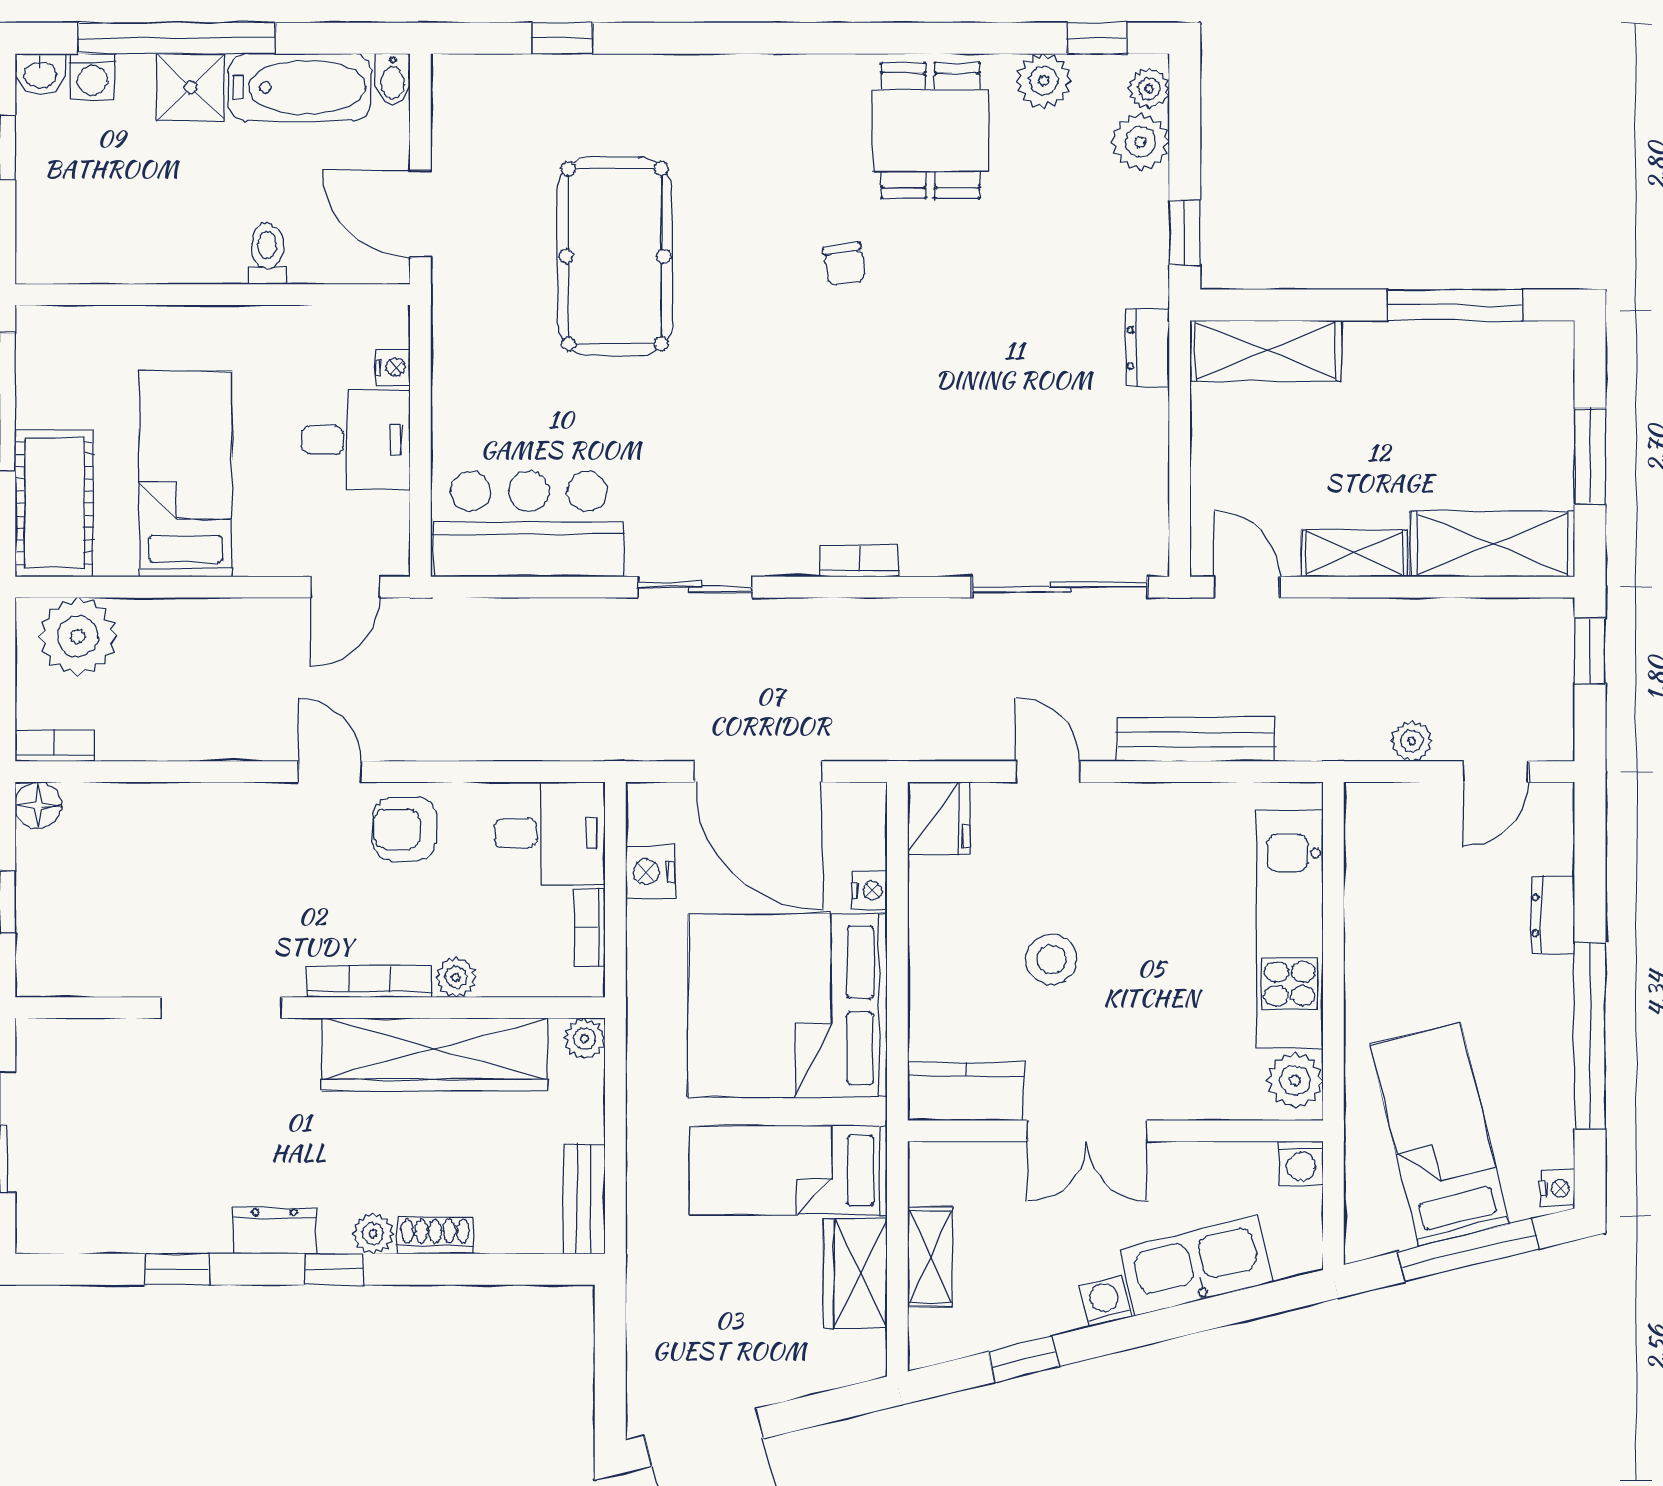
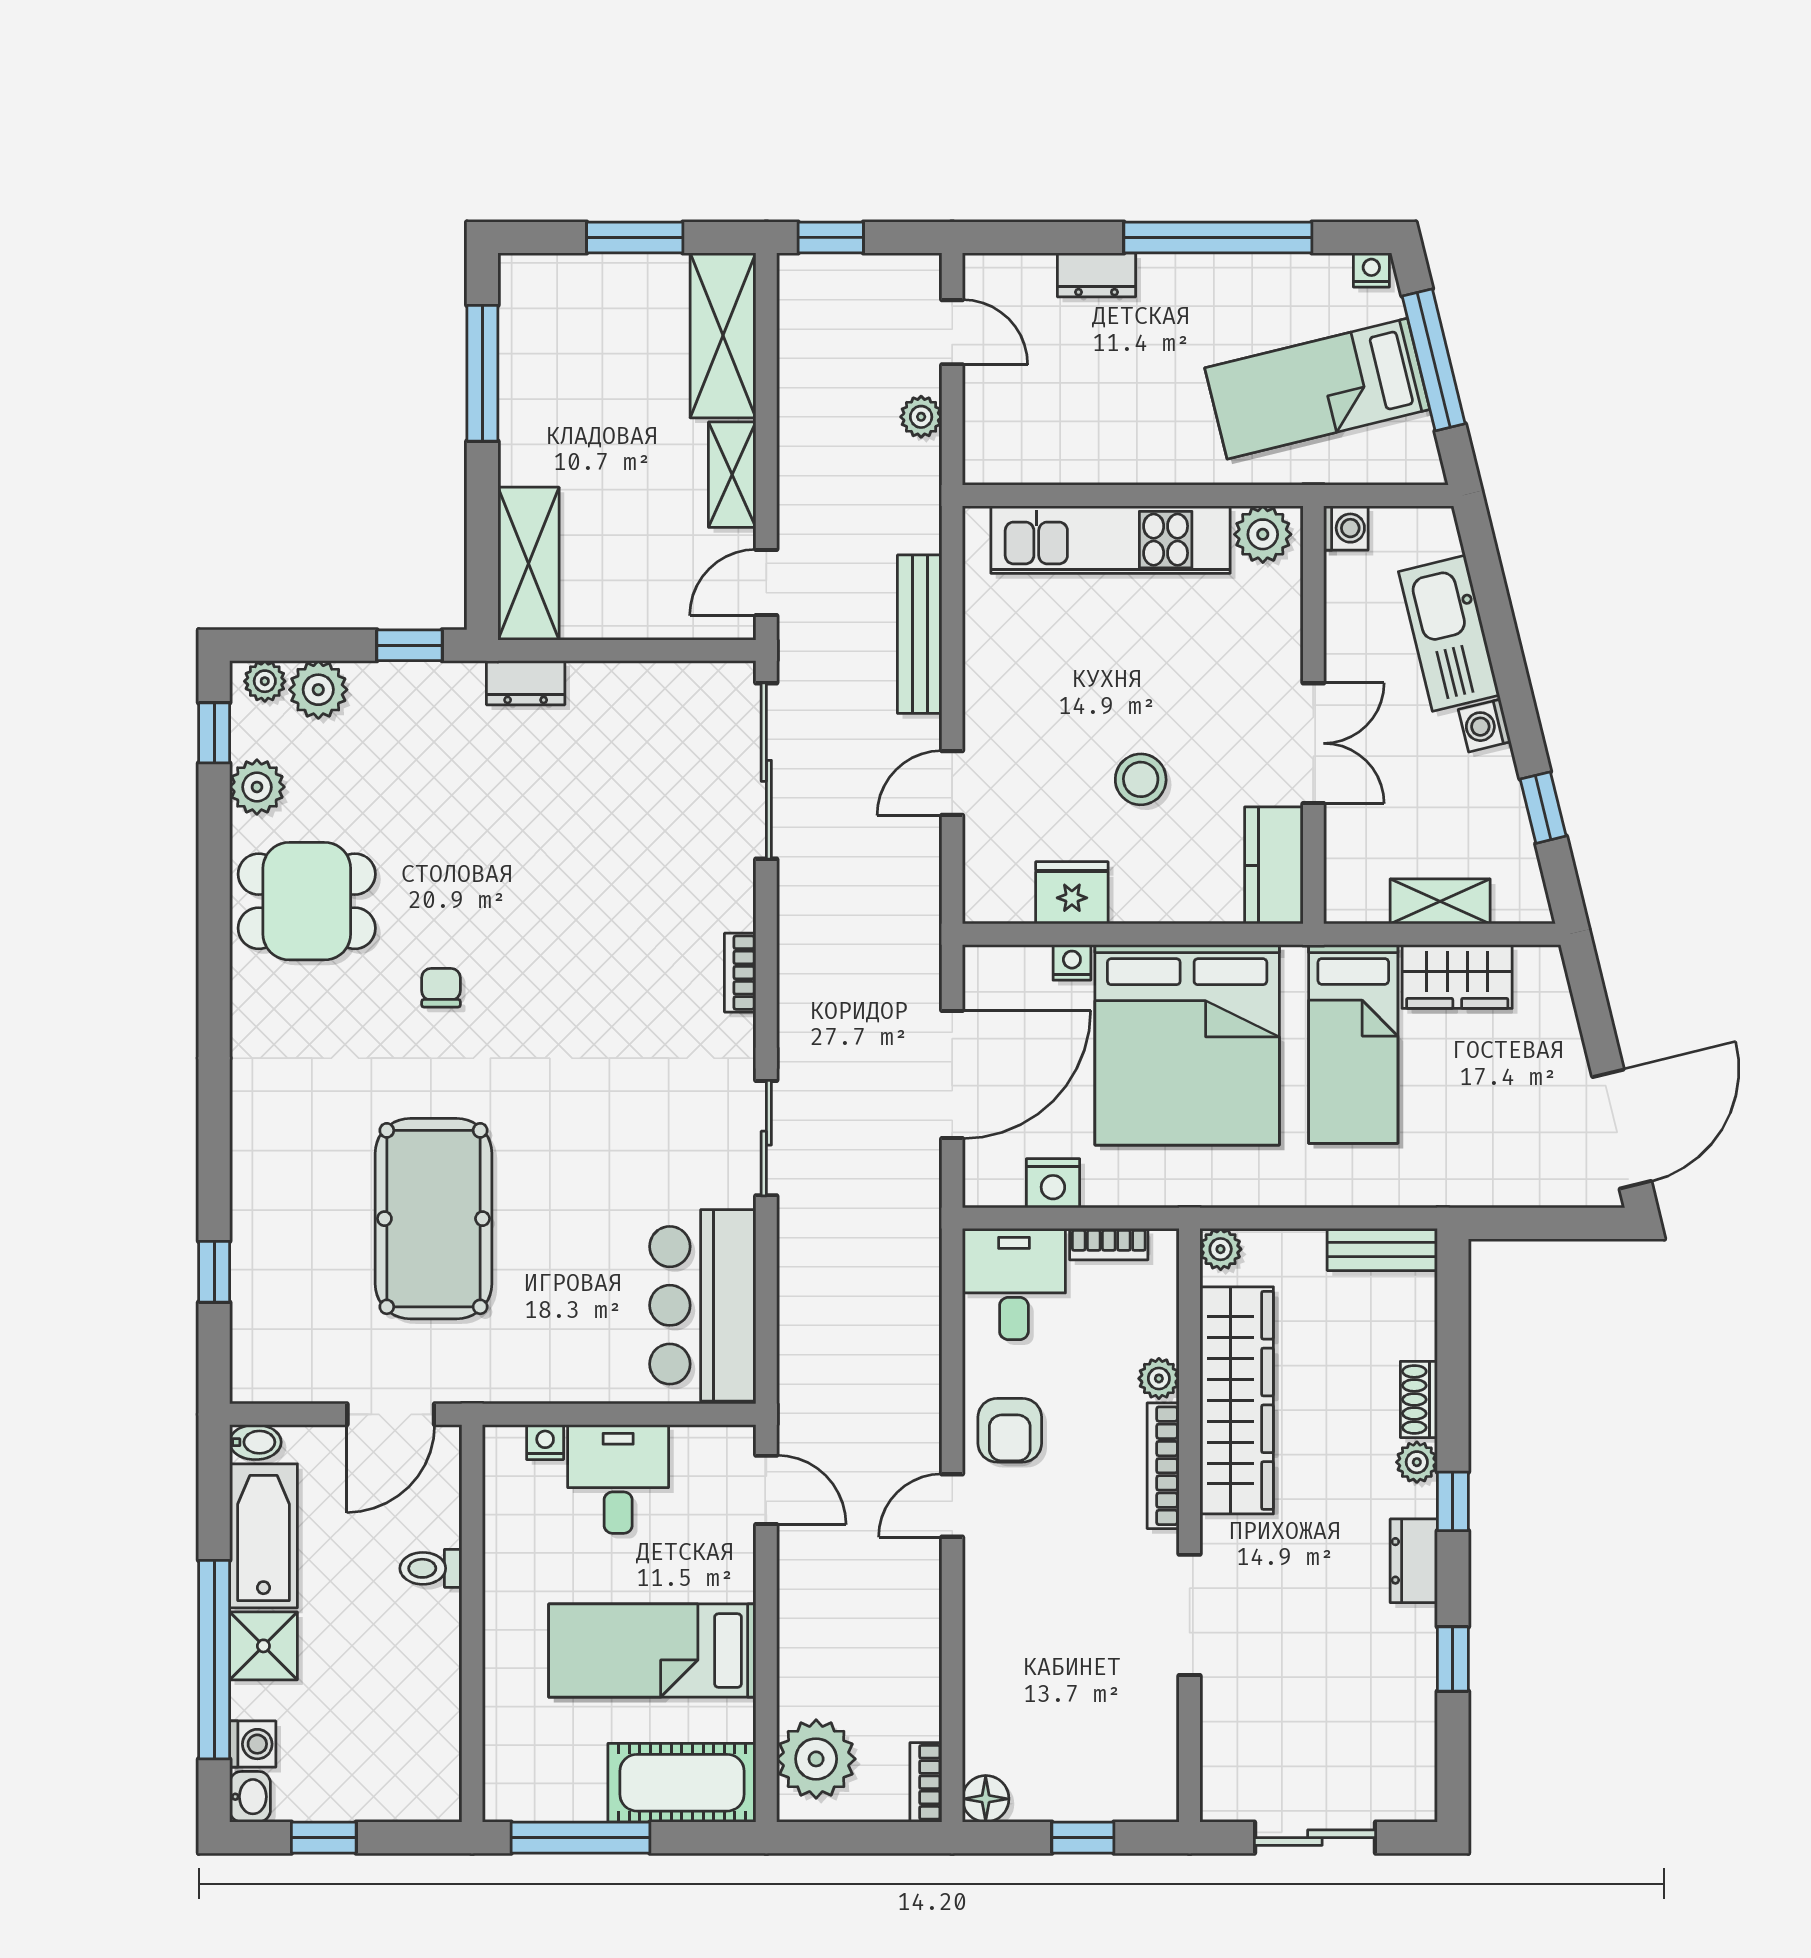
pool table: (615, 256) -> (433, 1219), turned 90
chair: (844, 264) -> (441, 988), turned -81
fridge: (939, 818) -> (1072, 893), moved

